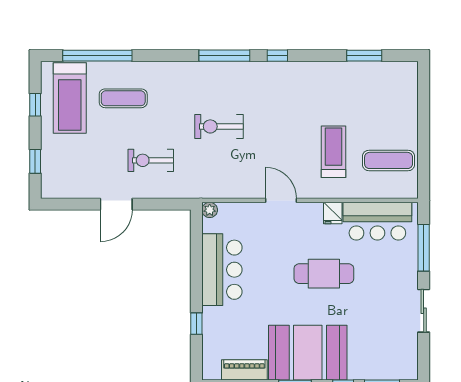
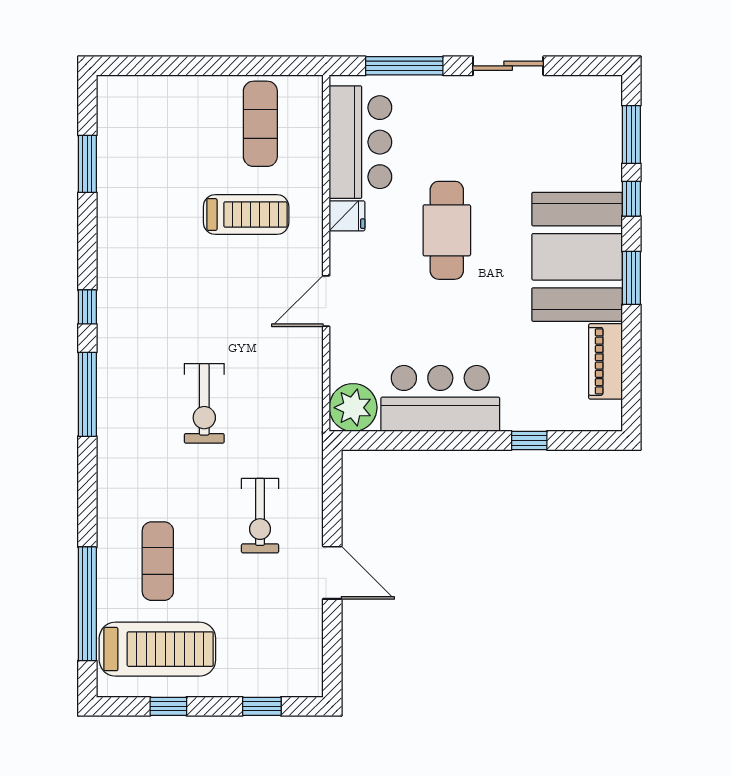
treadmill: (333, 152) -> (246, 214), turned 180
plant: (210, 210) -> (353, 408), width x1.88, depth x1.88

